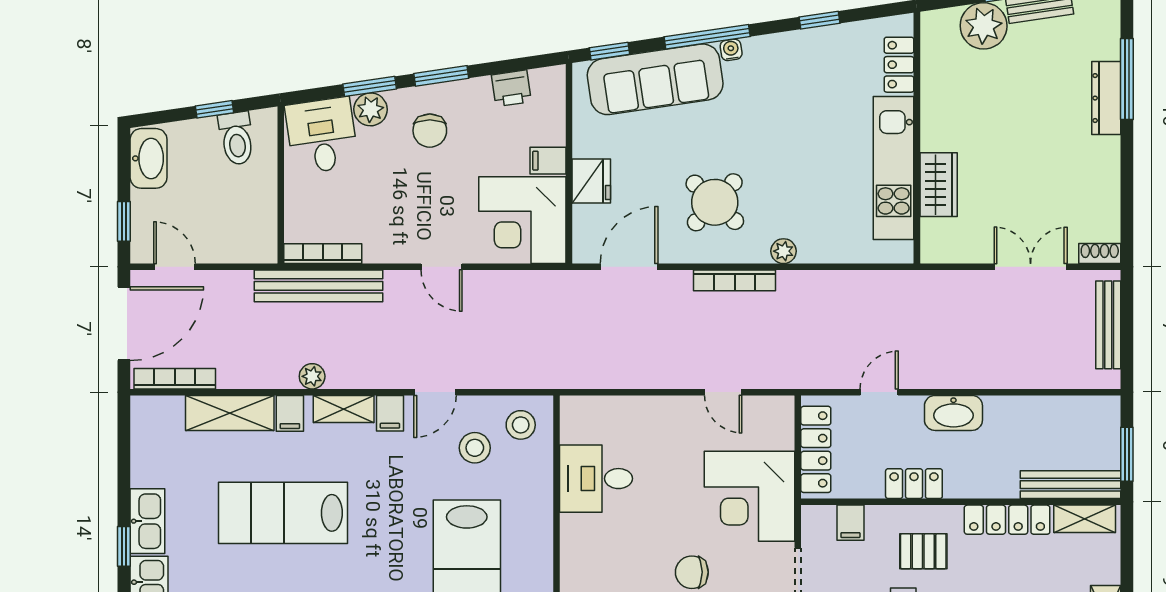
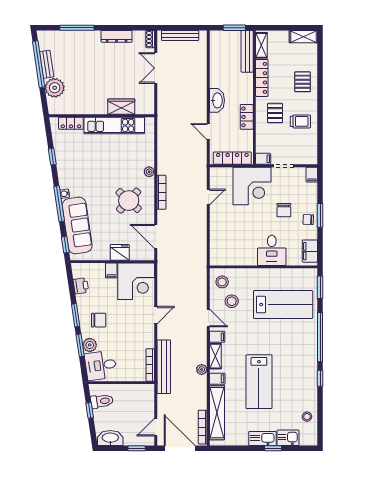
dresser: (1106, 98) -> (117, 36), moved
shelving: (230, 413) -> (217, 413), width x1.47
desk: (596, 479) -> (272, 250), moved
filing cabinet: (850, 523) -> (263, 159), moved

